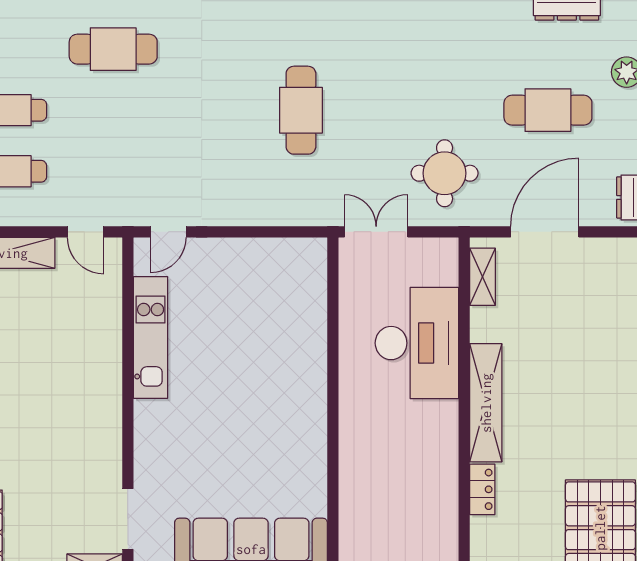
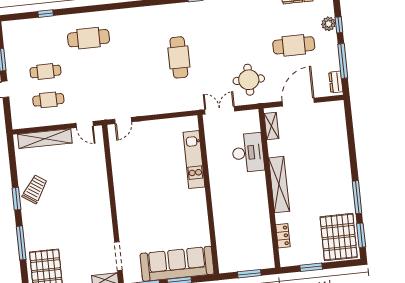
kitchen unit: (151, 338) -> (194, 160), moved, turned 180
desk: (417, 343) -> (248, 153), width x0.73, depth x0.77
locker: (482, 489) -> (283, 236), moved

